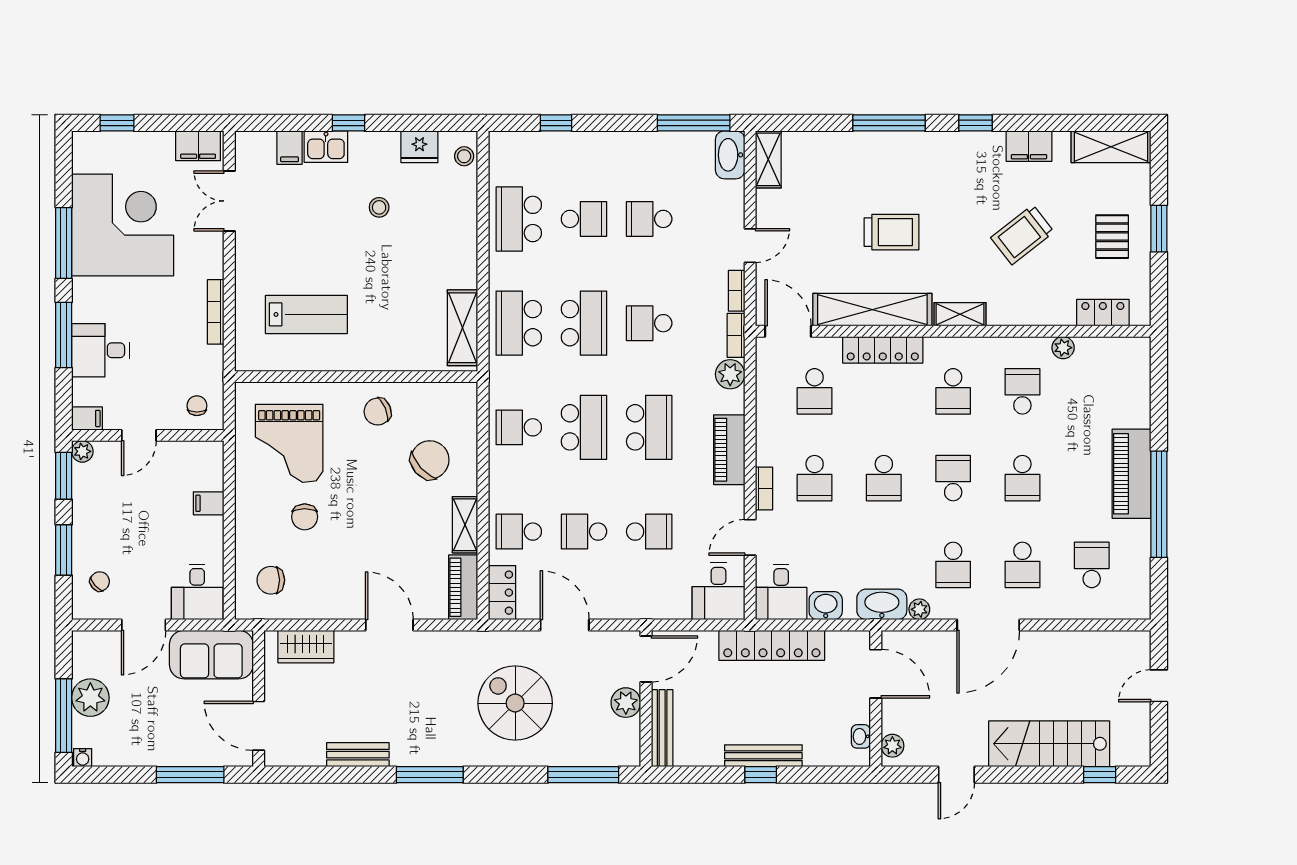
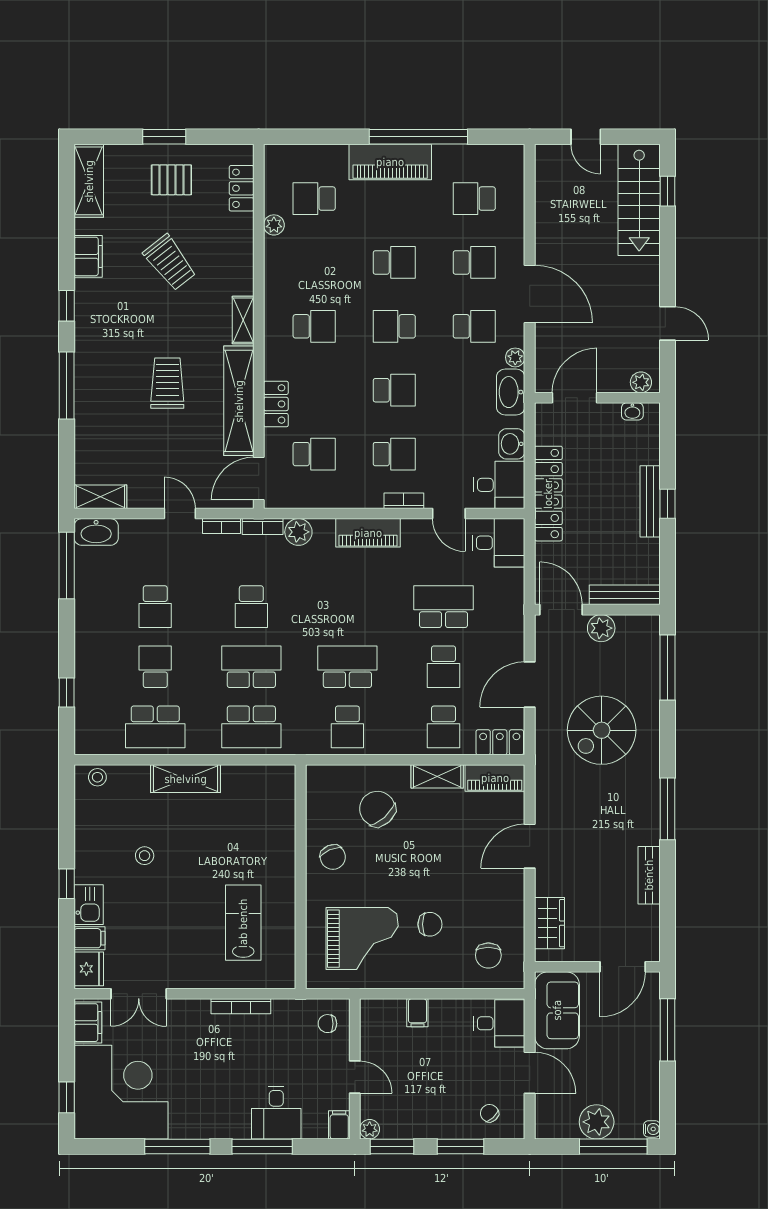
fridge: (419, 147) -> (89, 969), moved
corner desk: (123, 225) -> (121, 1092), moved, turned 90
shelving: (462, 328) -> (186, 779), moved
locker: (883, 350) -> (276, 404), width x0.66
school desk: (1022, 391) -> (314, 199), moved
school desk: (649, 427) -> (347, 607), removed
school desk: (649, 532) -> (444, 607), width x1.85
stairs: (1049, 744) -> (639, 200), moved

